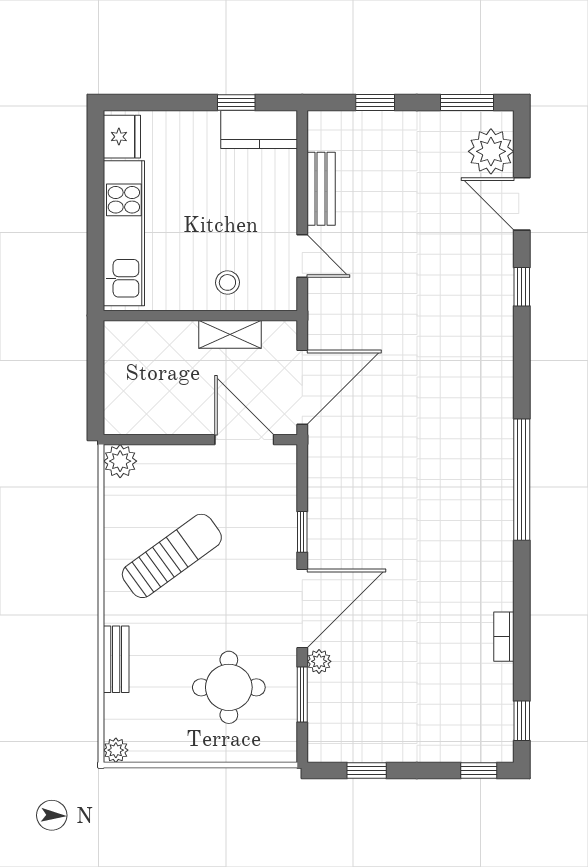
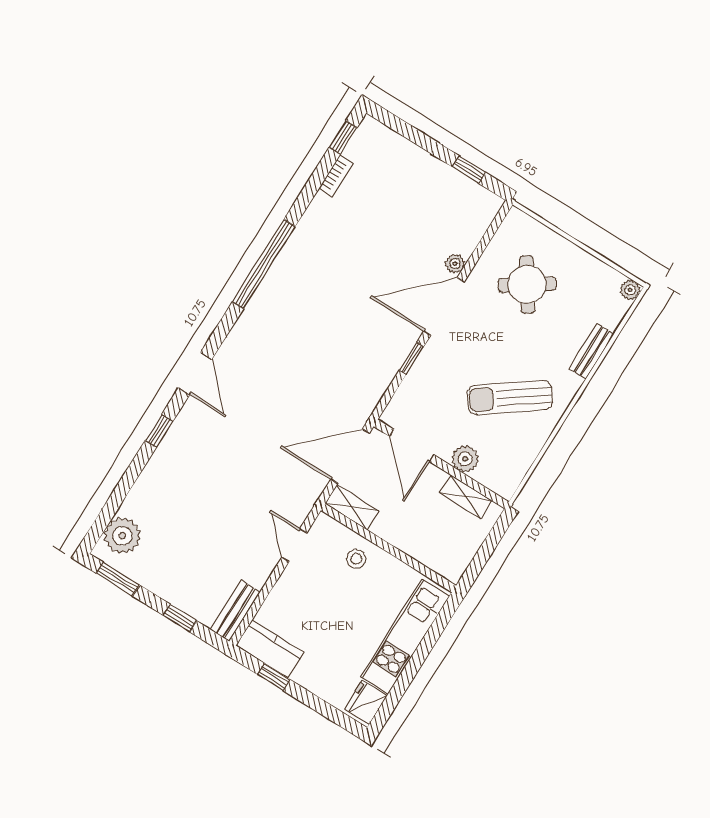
bench: (321, 189) -> (235, 611), moved
door: (522, 204) -> (195, 373), moved
shelving: (230, 334) -> (352, 507), moved
shelving: (153, 421) -> (466, 497), added
plant: (120, 461) -> (465, 459), moved
window: (522, 480) -> (264, 264), moved
bookcase: (504, 637) -> (336, 176), moved
round table: (229, 687) -> (527, 284), turned -34
window: (302, 695) -> (480, 248), removed
window: (479, 771) -> (393, 122), removed

